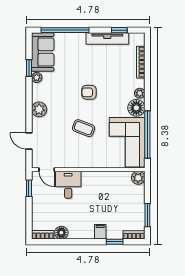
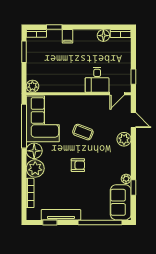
plant: (140, 93) -> (35, 168), width x1.87, depth x1.87
plant: (39, 109) -> (124, 139), moved
door: (47, 170) -> (117, 94), swing flipped

